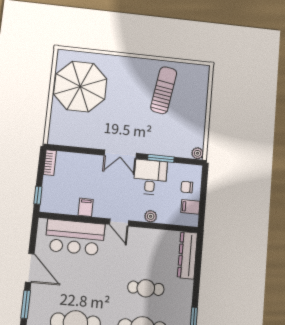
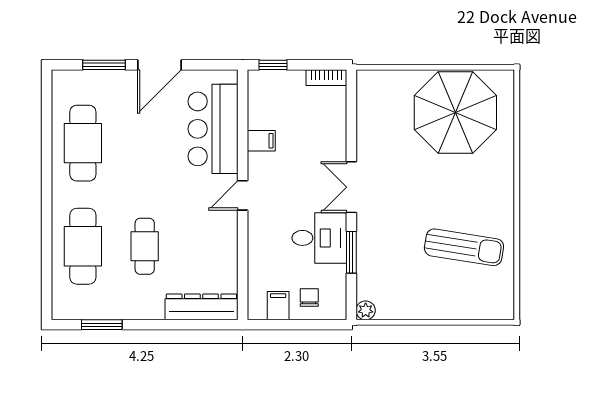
plant: (151, 216) -> (257, 244), removed

